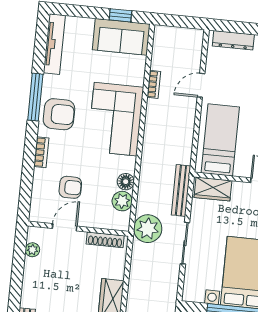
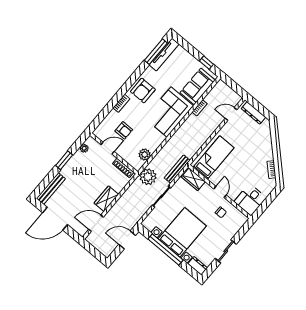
sofa: (121, 37) -> (198, 86), moved, turned 90
door: (201, 85) -> (231, 114), moved
window: (35, 97) -> (156, 52), moved
armchair: (59, 114) -> (143, 91), turned 90
floor lamp: (126, 182) -> (153, 146), removed
window: (16, 285) -> (64, 160), added

